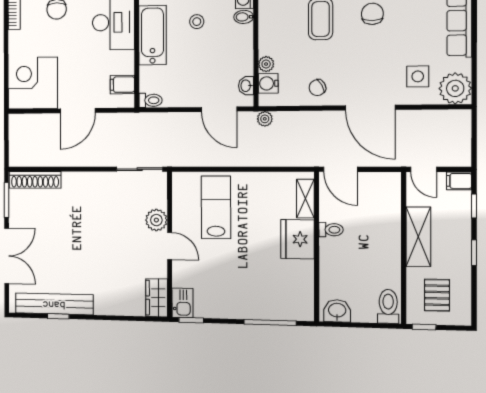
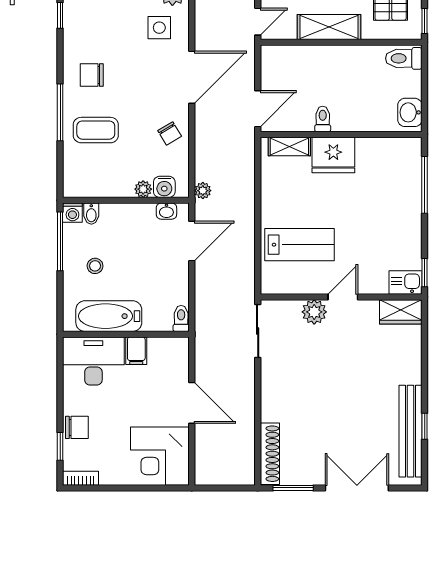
filing cabinet: (122, 85) -> (136, 351), moved
lab bench: (216, 207) -> (300, 245), turned 180

